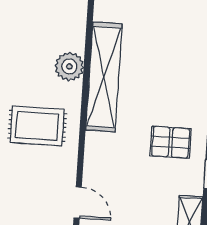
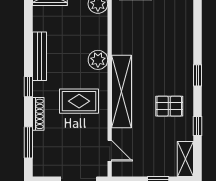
shelving: (104, 77) -> (122, 92), moved

